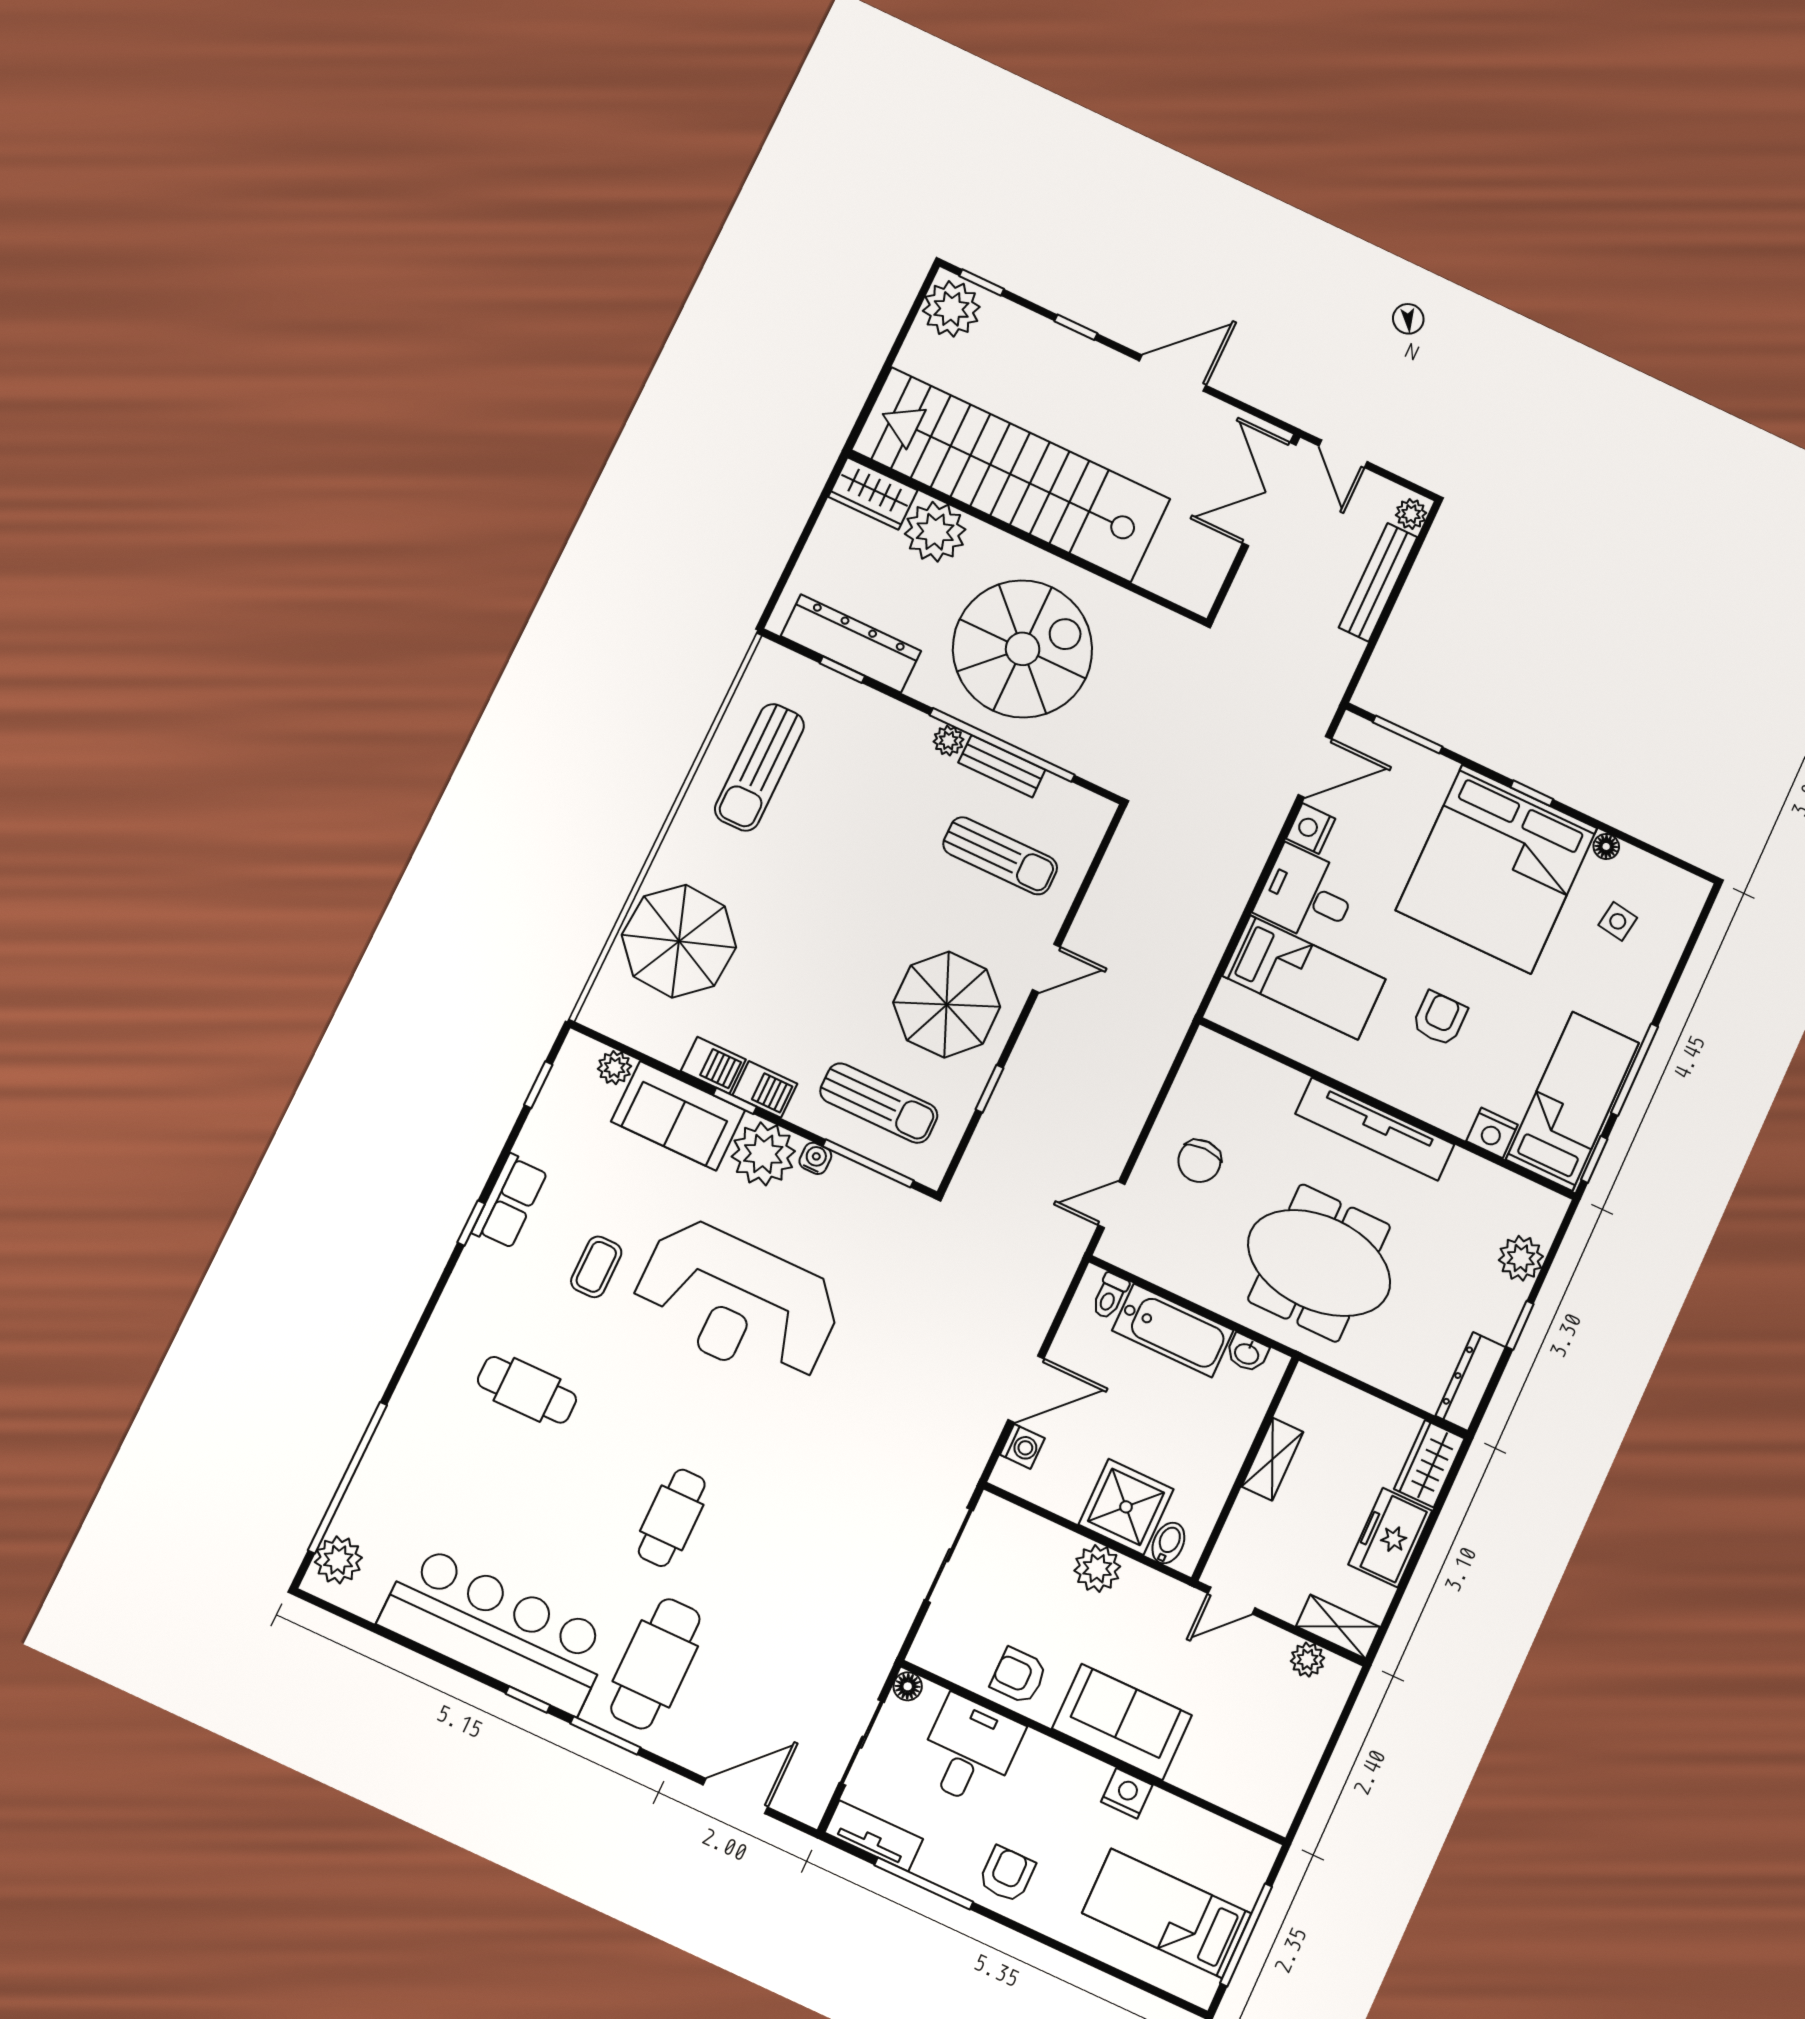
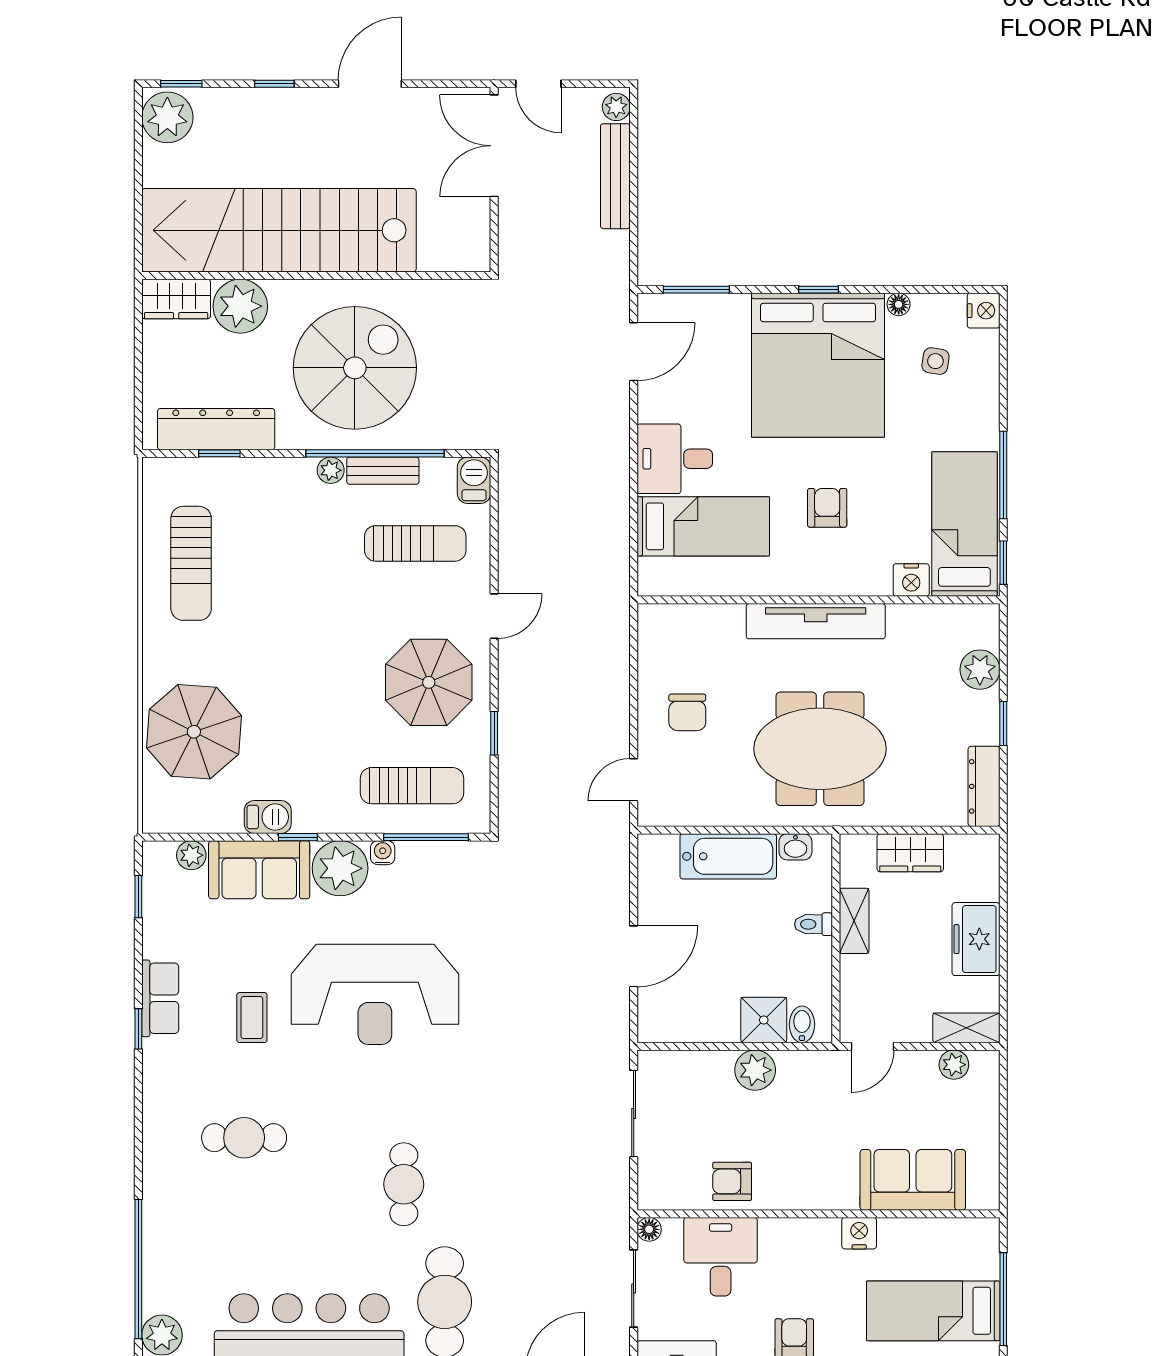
nightstand: (1311, 829) -> (984, 311), moved, turned 180
barbecue: (765, 1089) -> (474, 480), moved, turned -90
toilet: (1110, 1296) -> (814, 924), moved, turned 90
washing machine: (1022, 1446) -> (652, 1002), removed
wardrobe: (1429, 1464) -> (910, 853), moved, turned -90
shower: (1126, 1507) -> (764, 1020), width x0.73, depth x0.73
sofa: (1122, 1722) -> (913, 1180), moved

